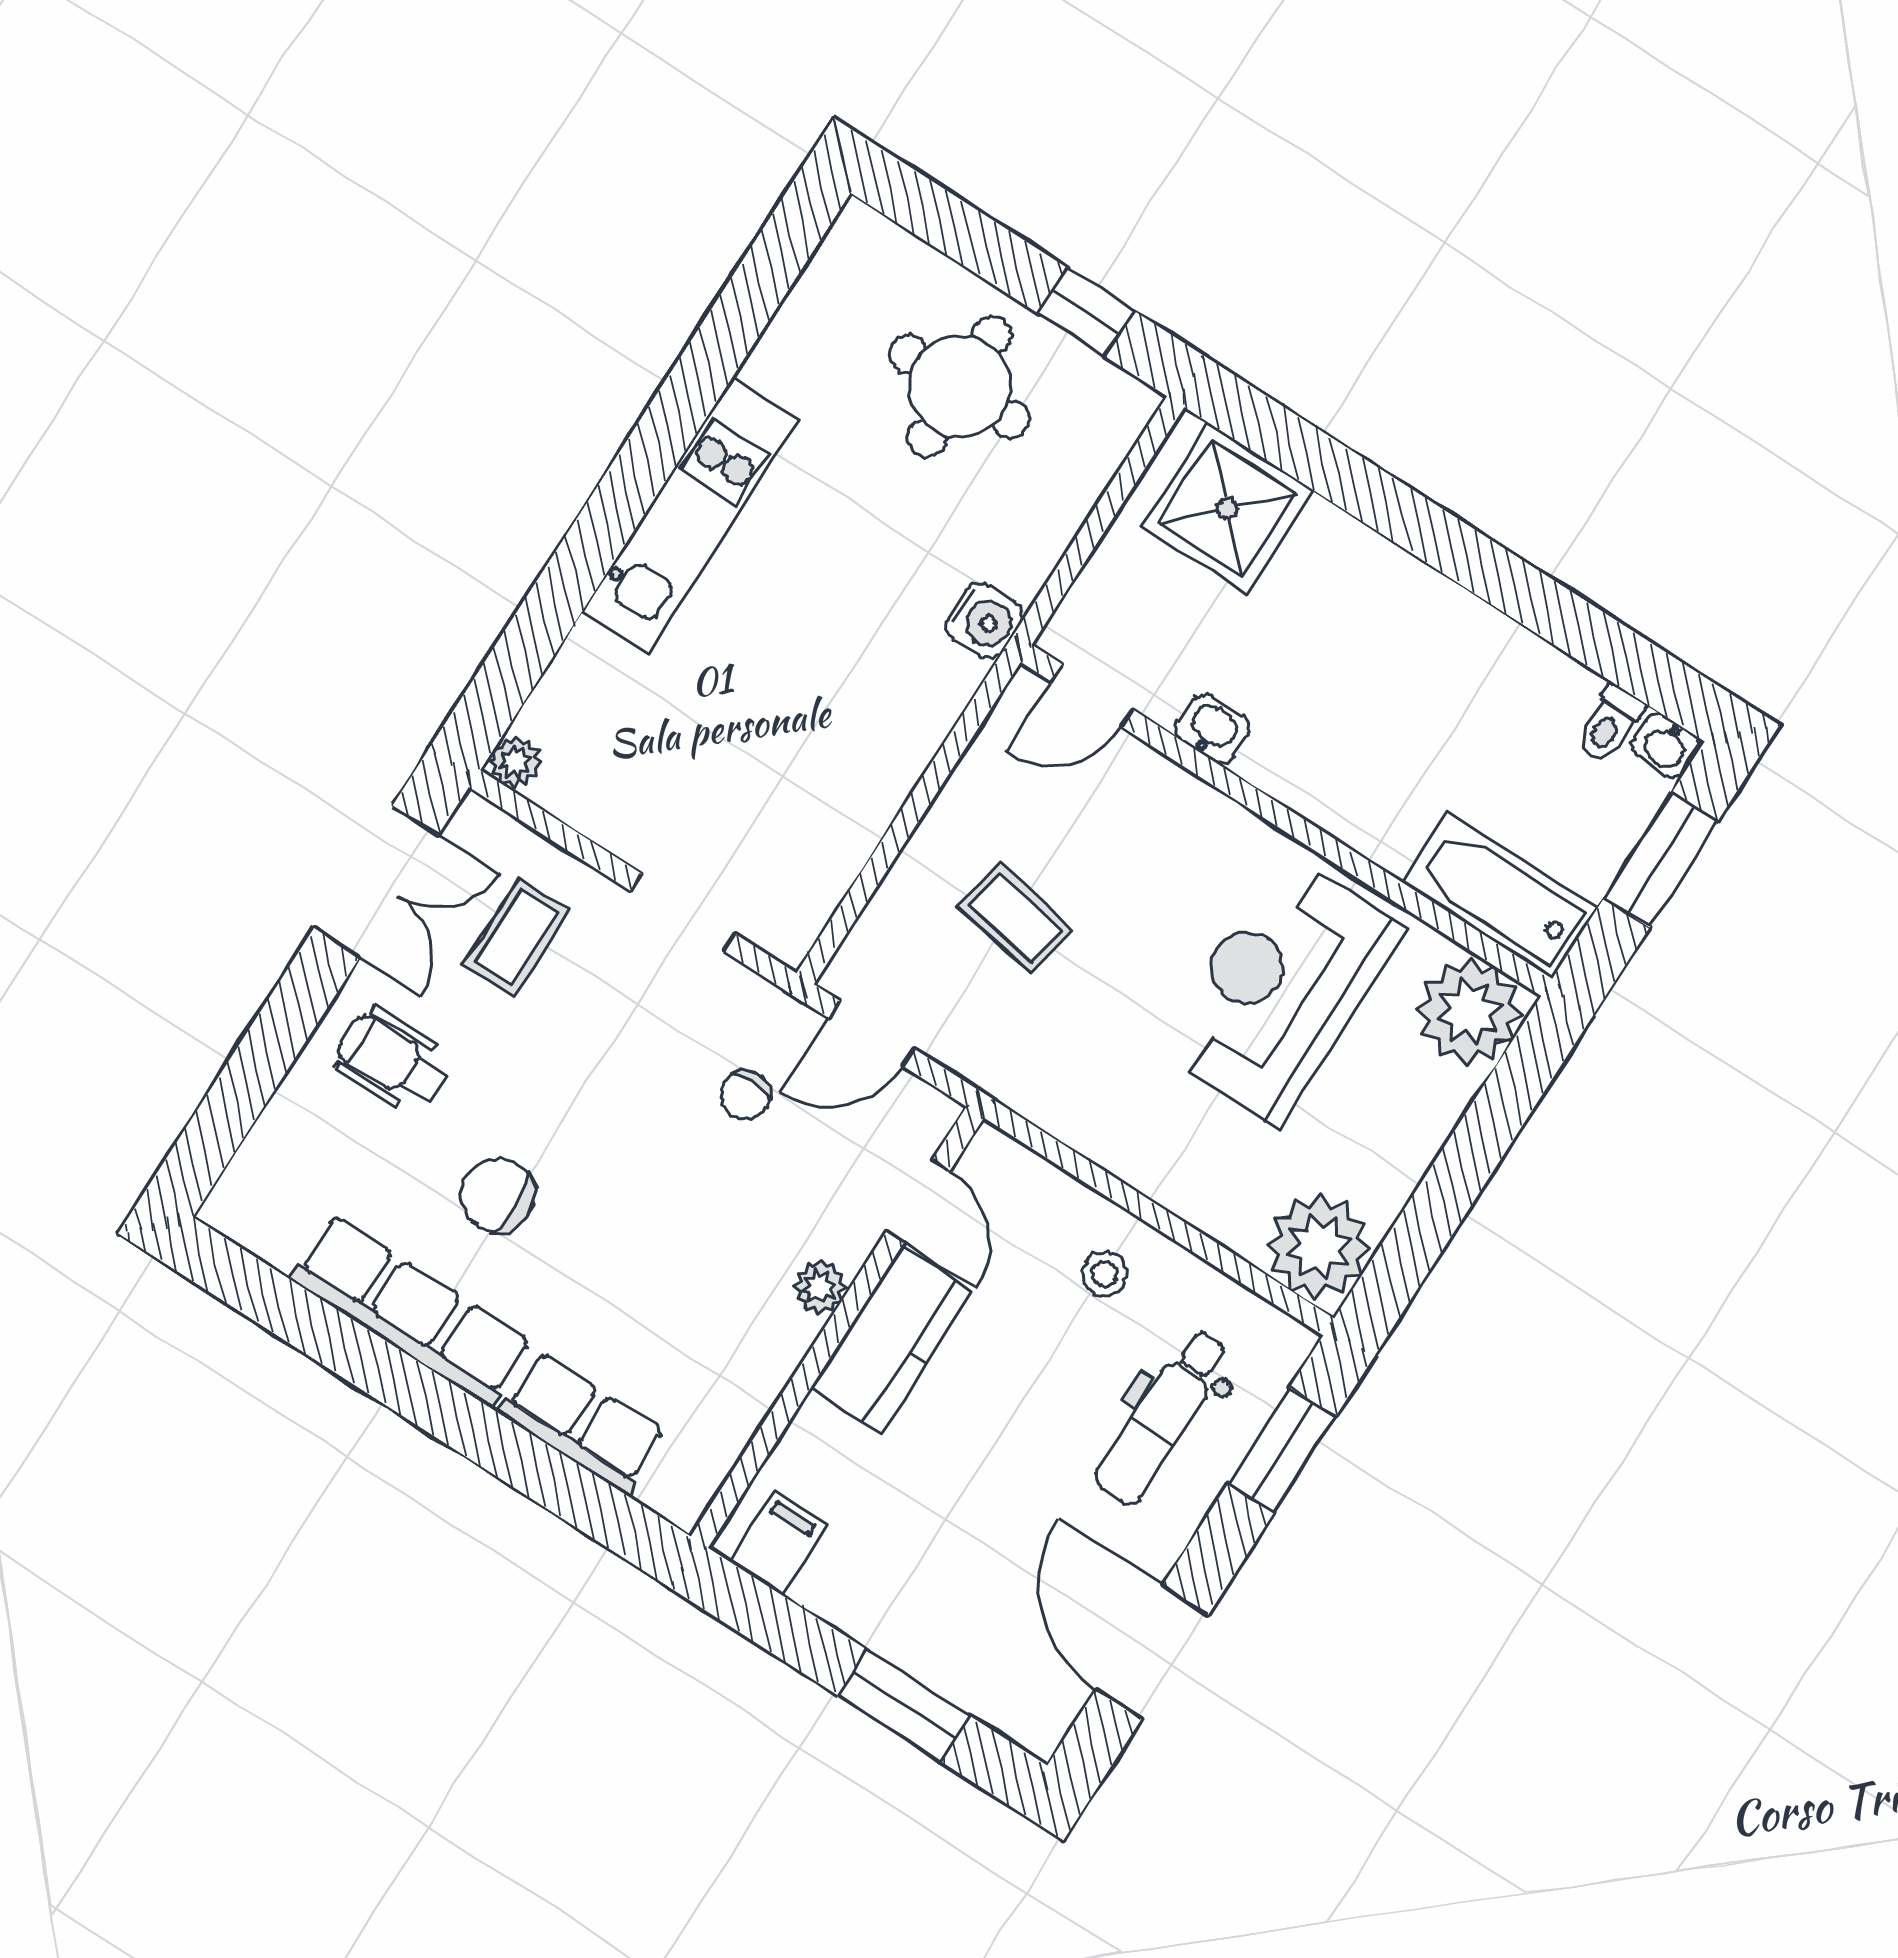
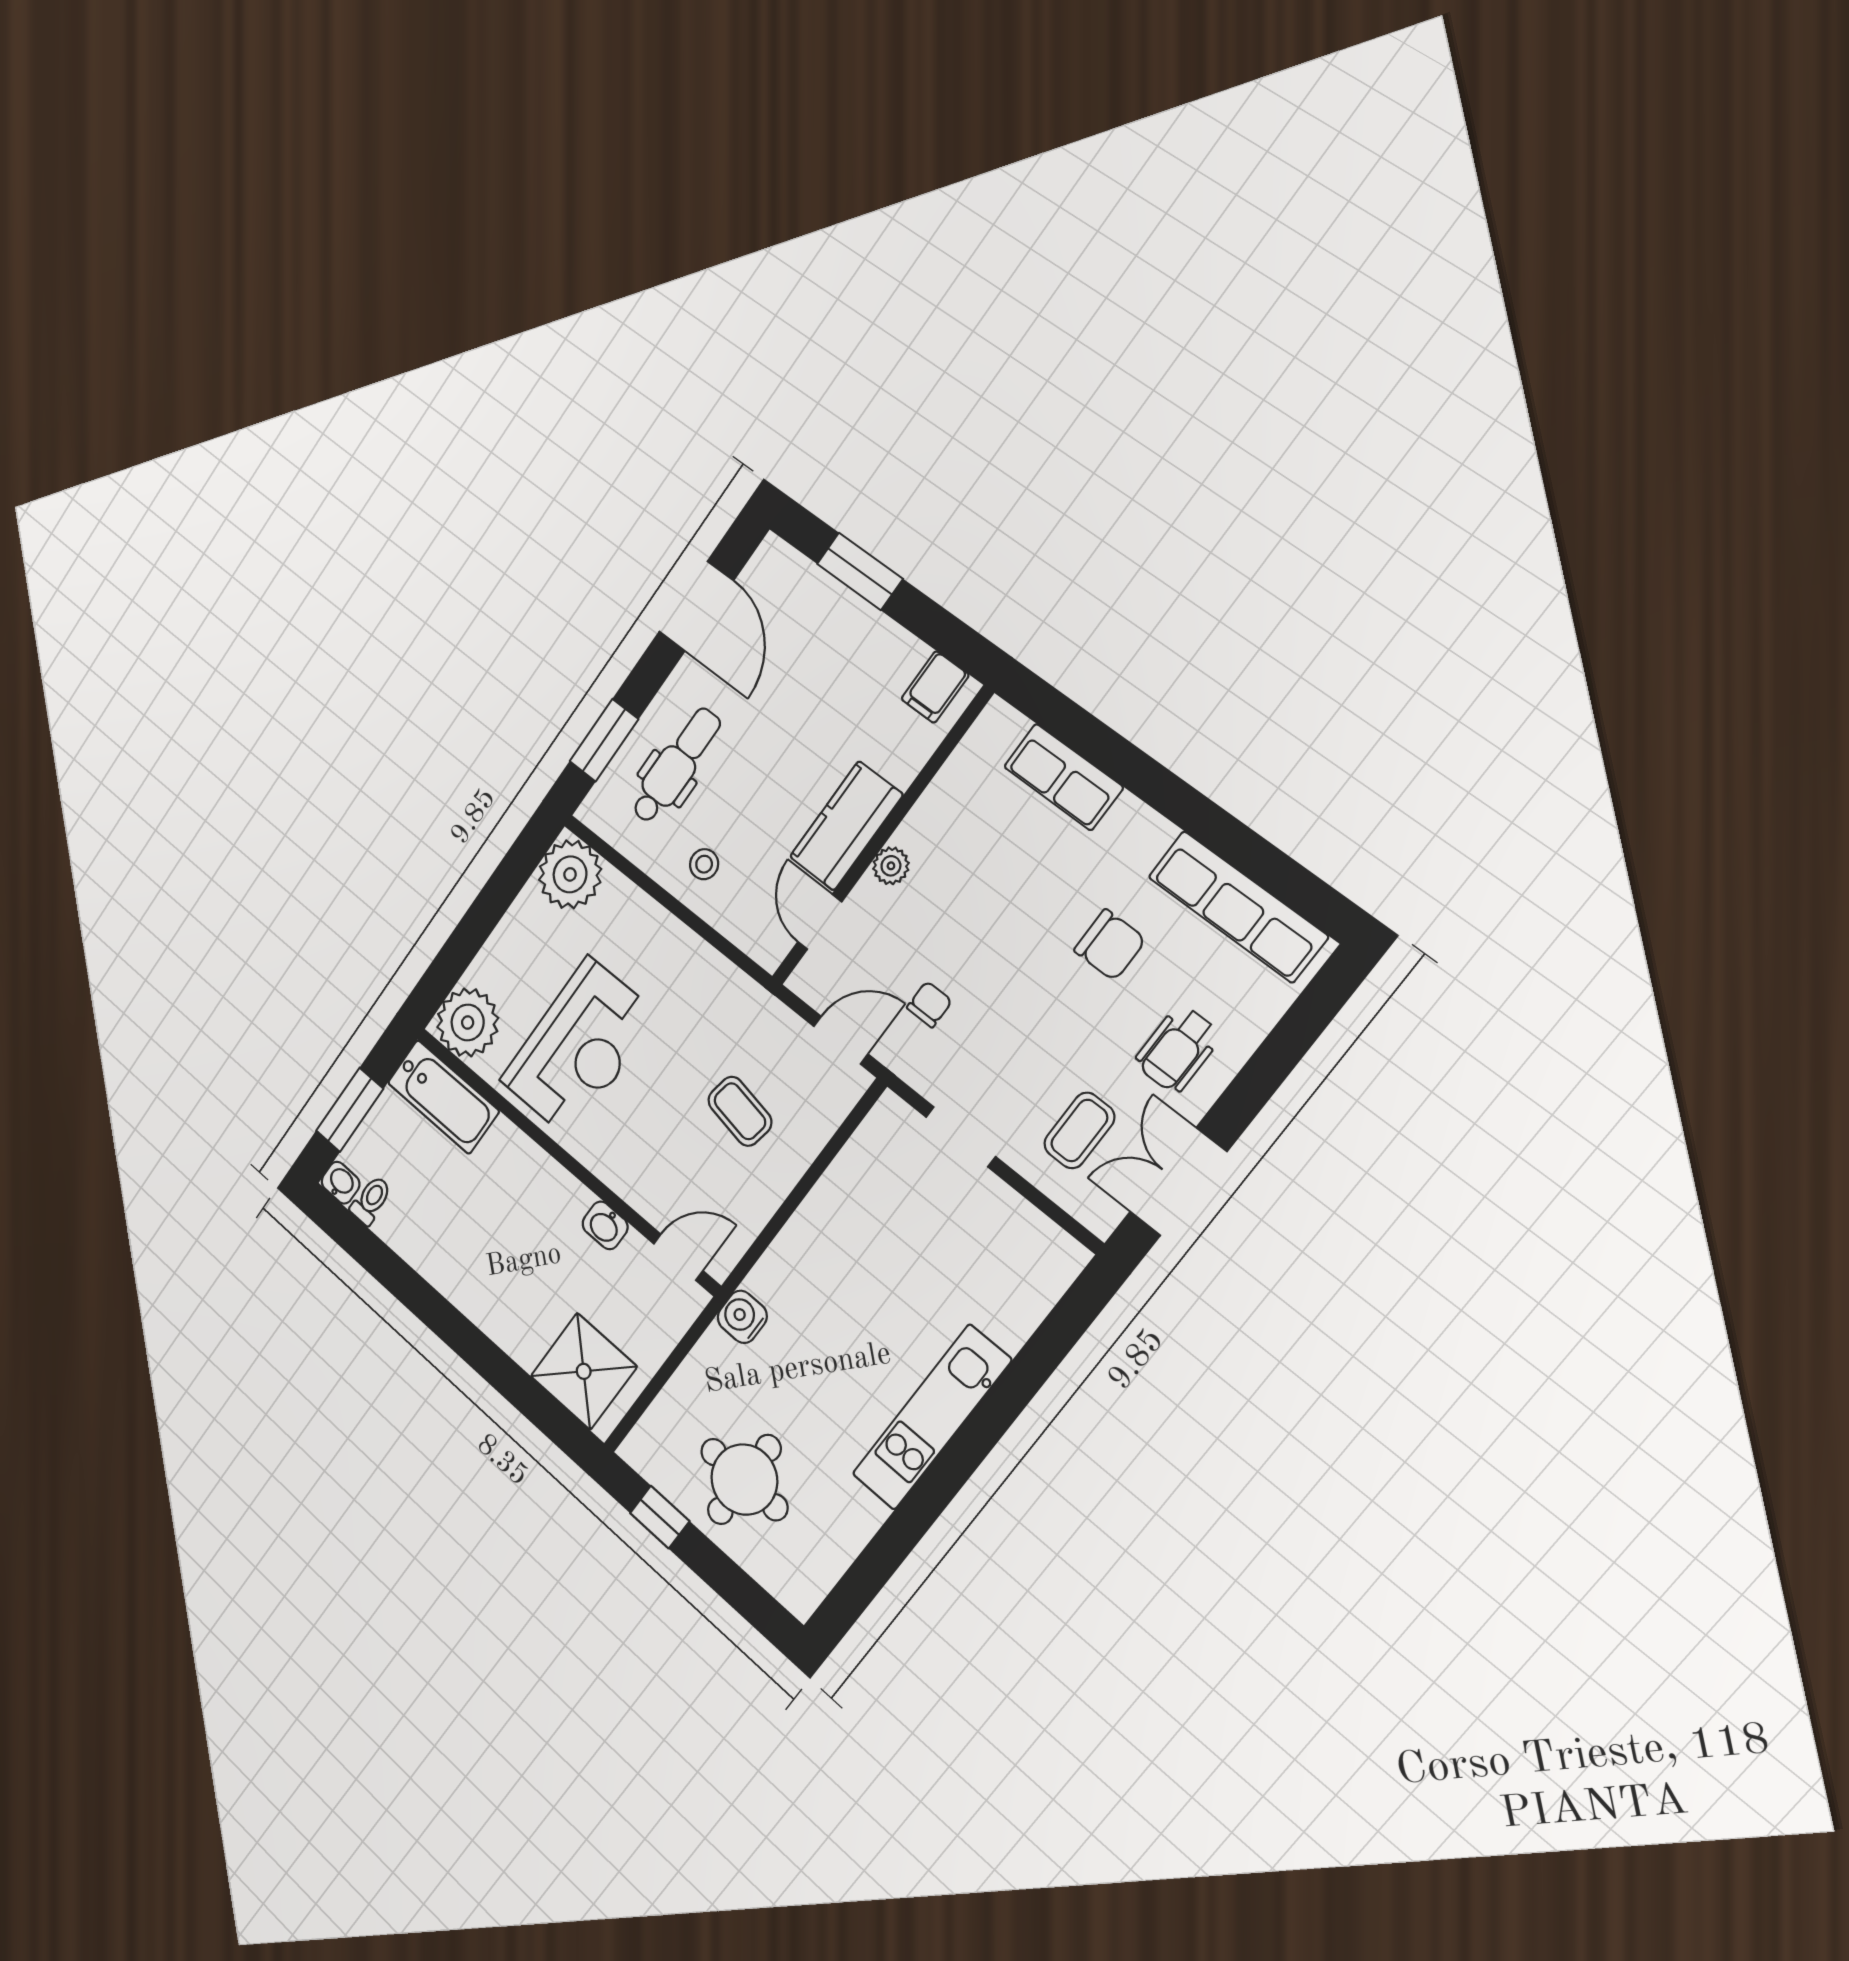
plant: (515, 762) -> (1069, 1257), removed
wheelchair: (393, 1061) -> (1178, 1049), turned 90
row of seats: (411, 1311) -> (1238, 906), moved

